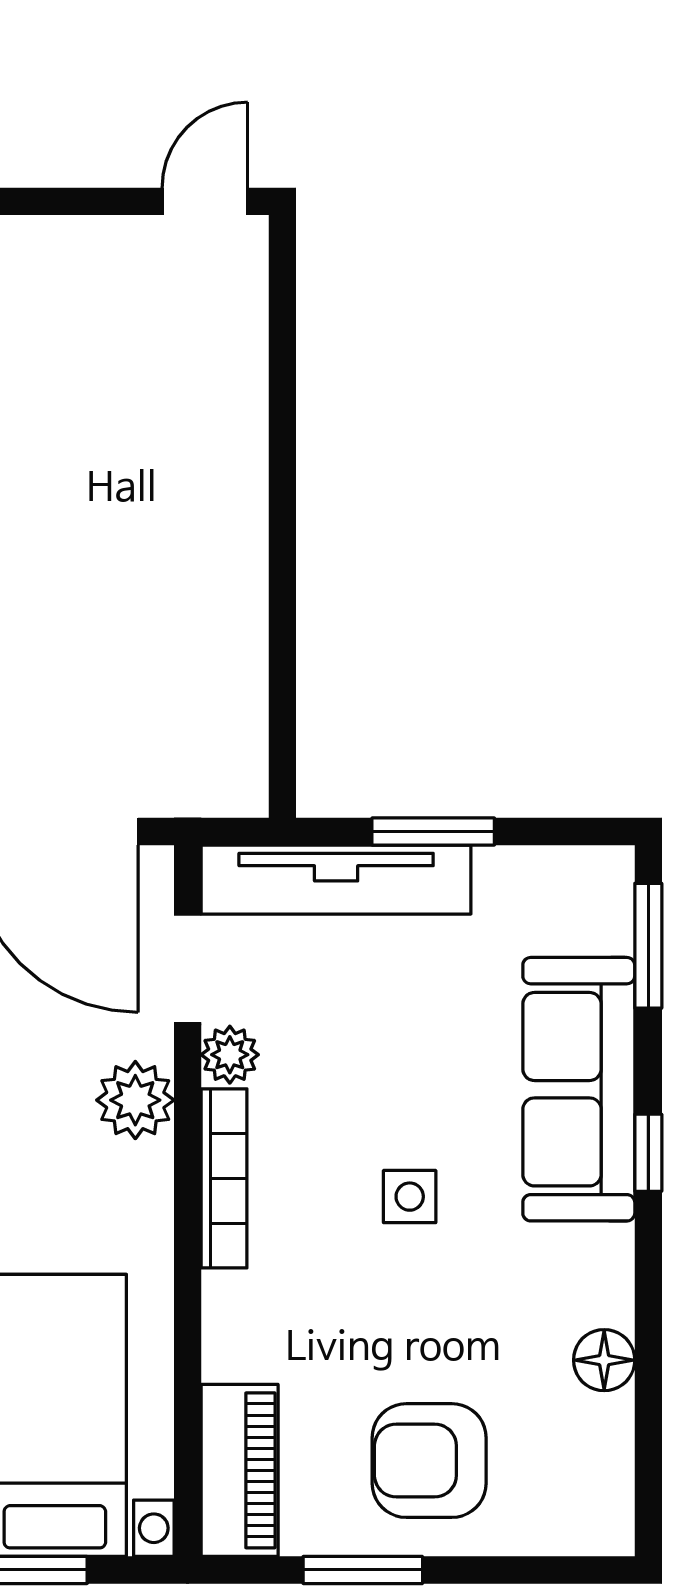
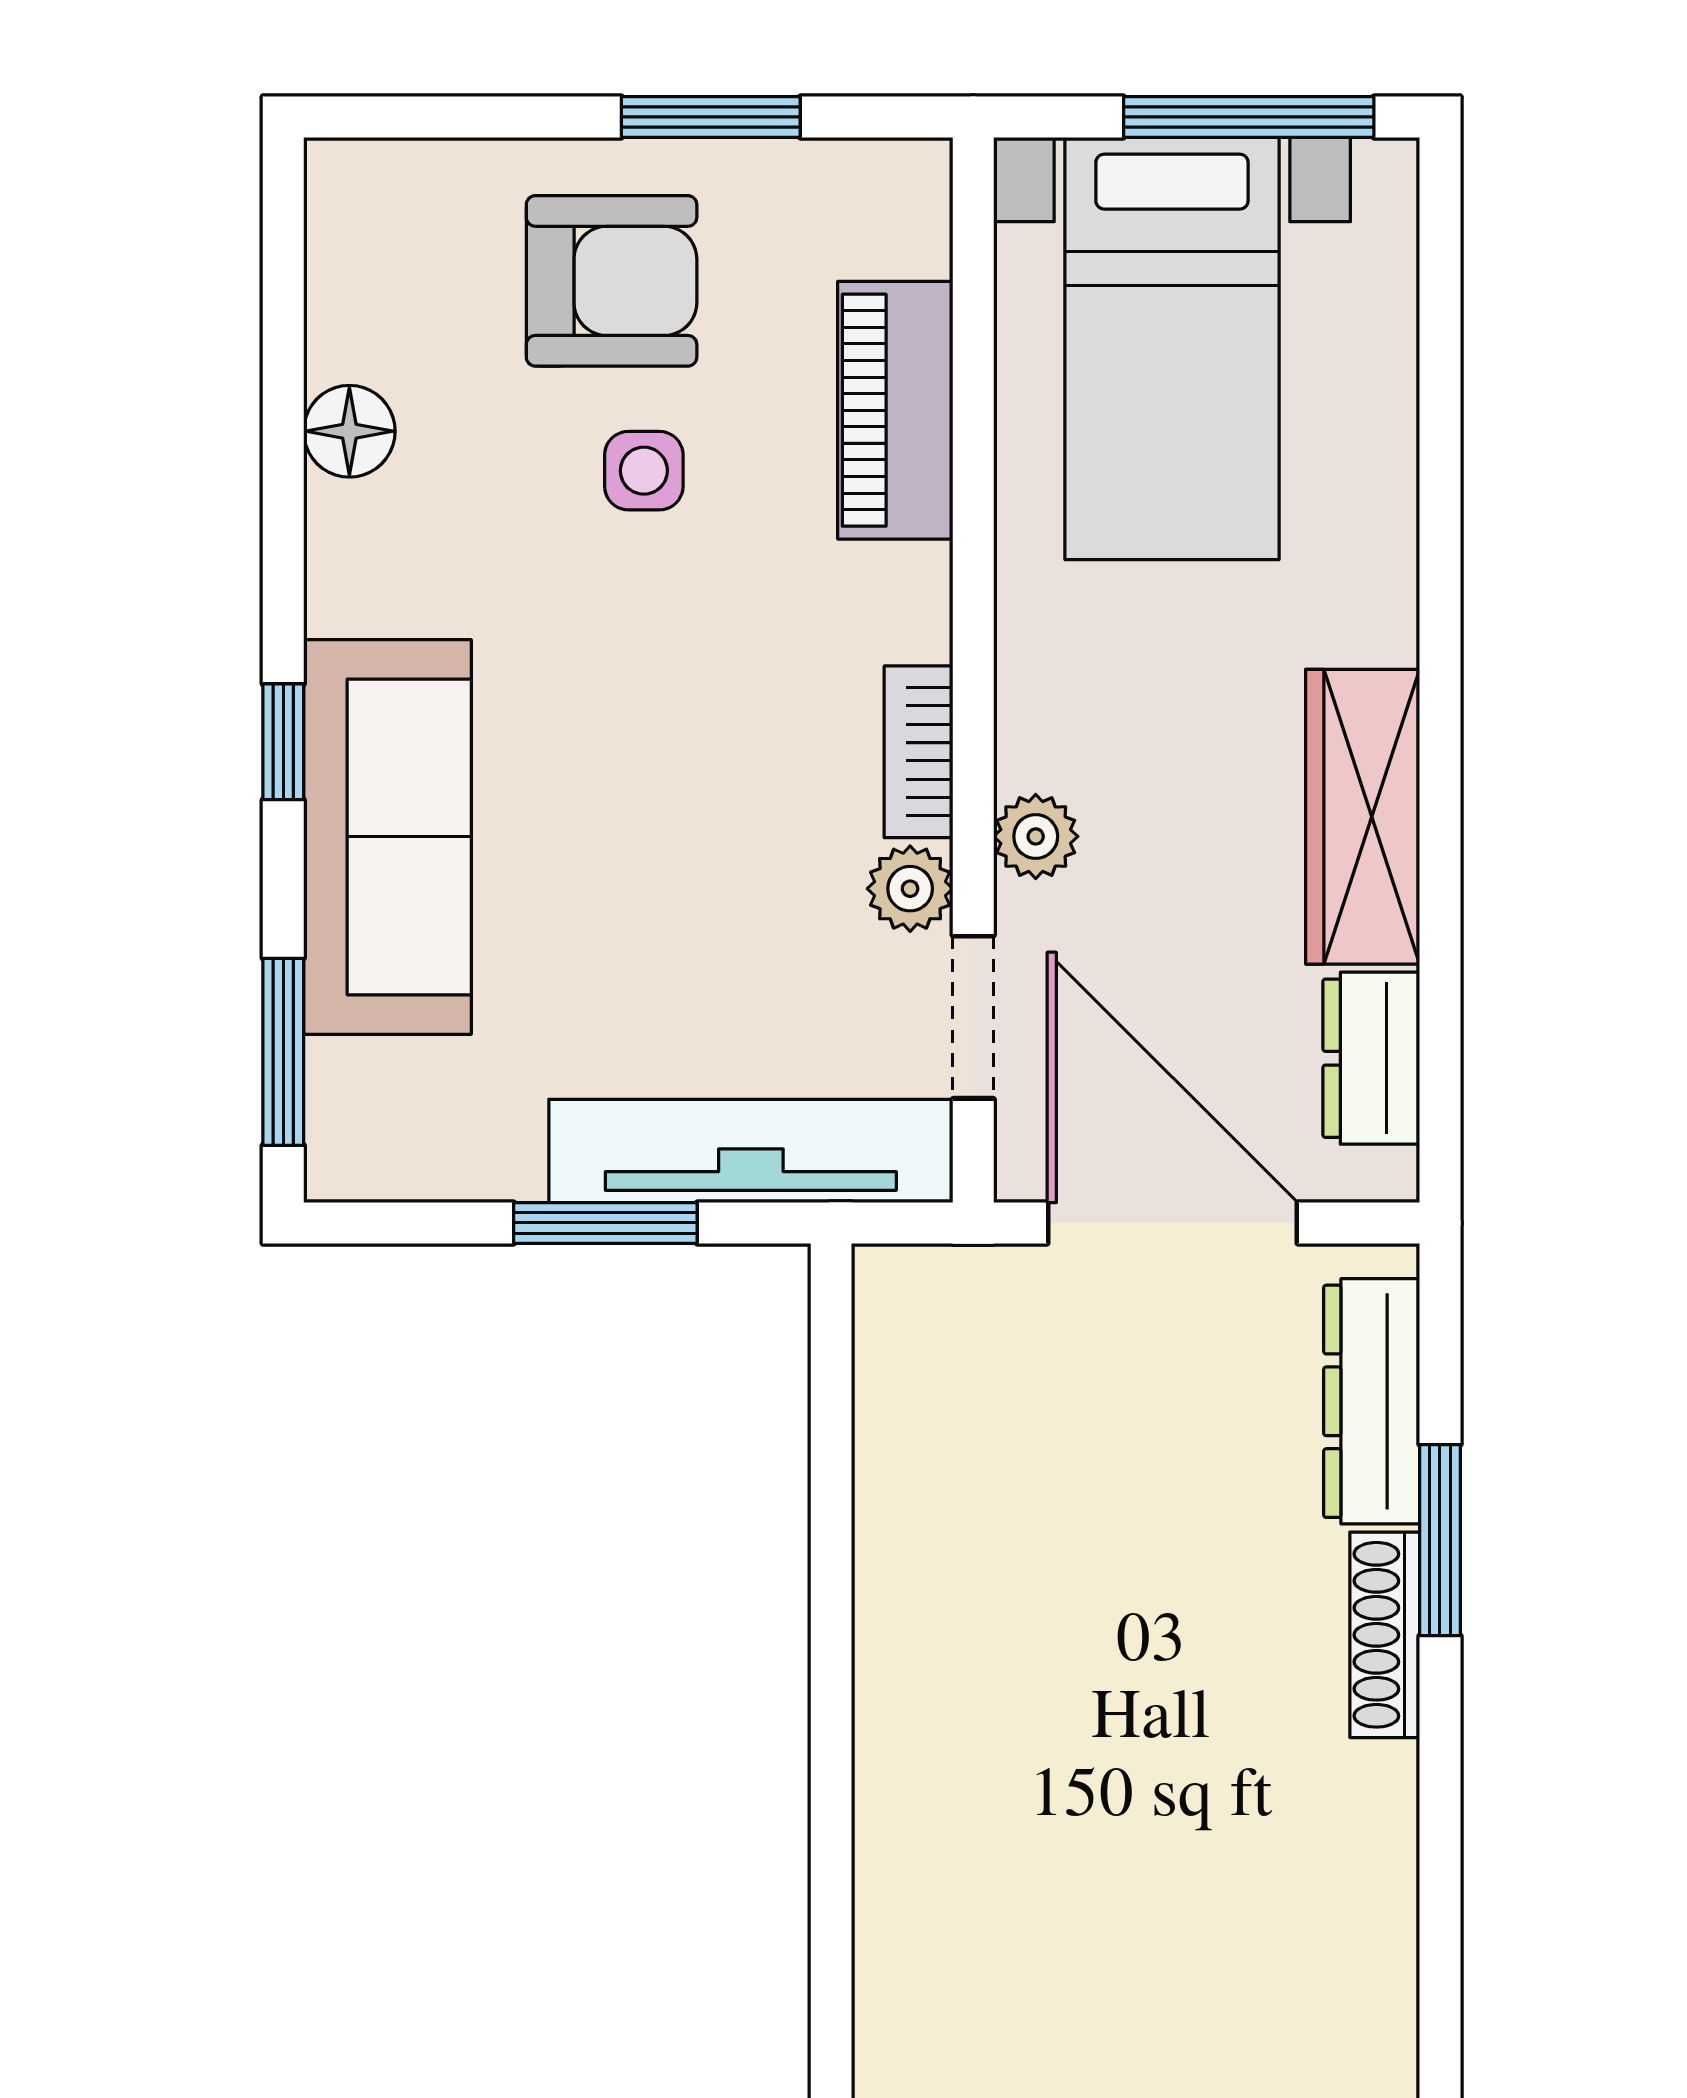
plant: (135, 1100) -> (1036, 836), width x0.73, depth x0.73
bookcase: (224, 1178) -> (919, 752), width x0.64
side table: (410, 1197) -> (644, 471), moved
piano: (240, 1470) -> (895, 410), moved

